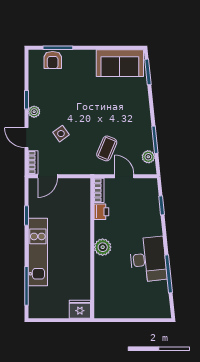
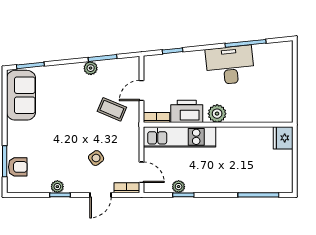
plant: (34, 112) -> (57, 187), moved
plant: (148, 157) -> (91, 68), moved
plant: (34, 211) -> (179, 187), added
printer: (101, 212) -> (187, 111), width x1.87, depth x1.48
kitchen unit: (38, 252) -> (180, 137), moved, turned 180

